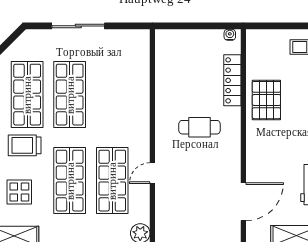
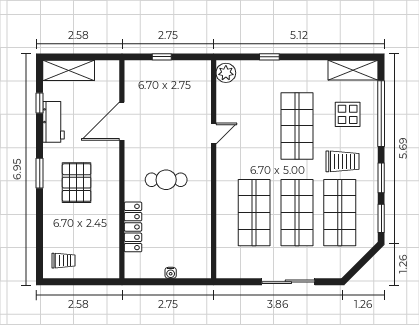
water cooler: (230, 35) -> (171, 273), moved
pallet: (266, 100) -> (77, 183), moved
shop shelf: (112, 181) -> (254, 213), moved
door: (243, 202) -> (122, 121), moved

